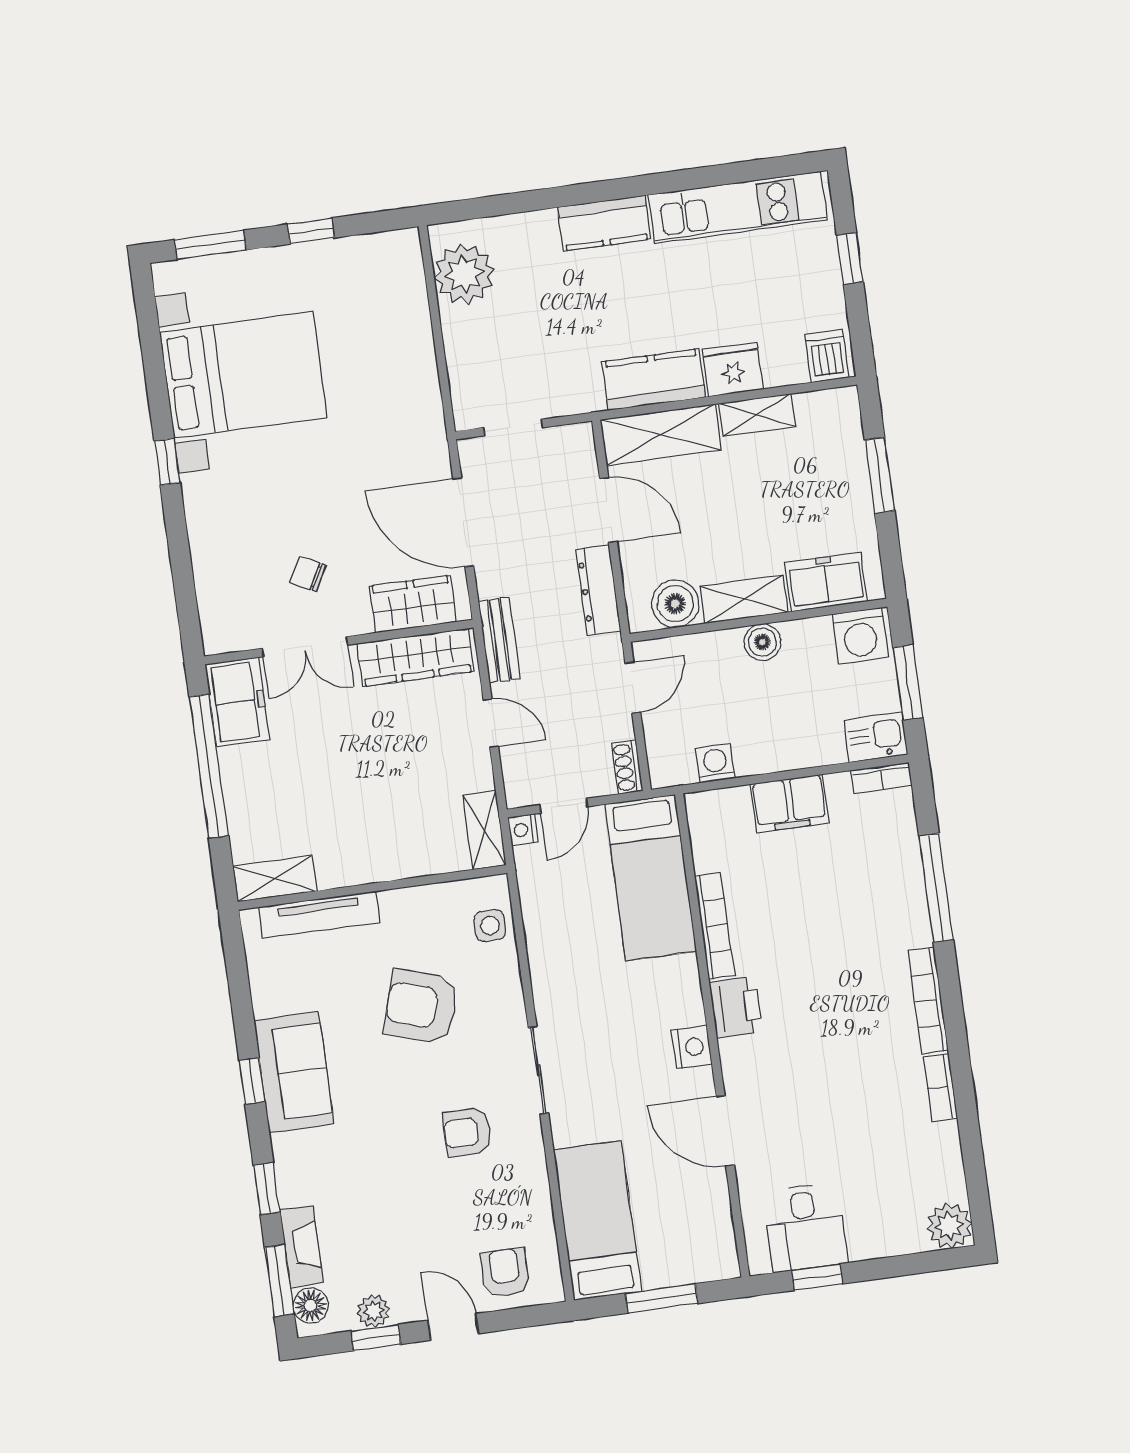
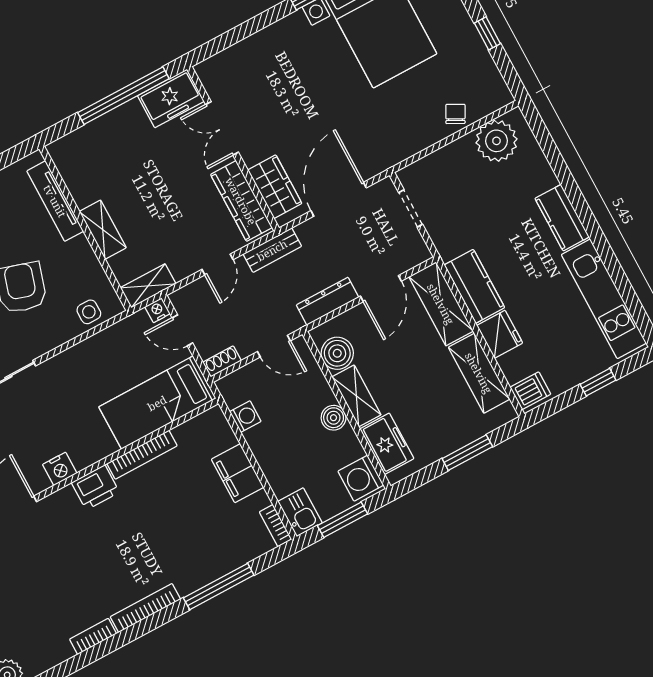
shelving: (757, 415) -> (479, 373), width x1.50, depth x1.33
chair: (308, 574) -> (455, 114), moved
shelving: (275, 879) -> (103, 230), moved

